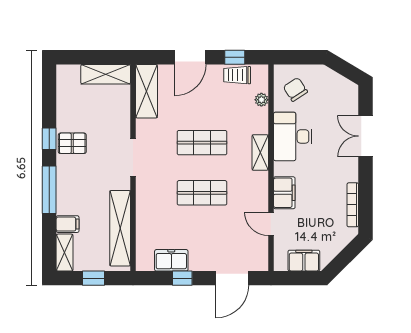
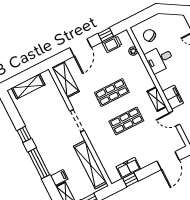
shelving: (106, 74) -> (28, 86), moved
desk: (293, 136) -> (160, 59), width x0.73
pallet: (72, 143) -> (39, 130), removed
shelving: (260, 153) -> (157, 99), moved
window: (182, 278) -> (130, 180), moved

